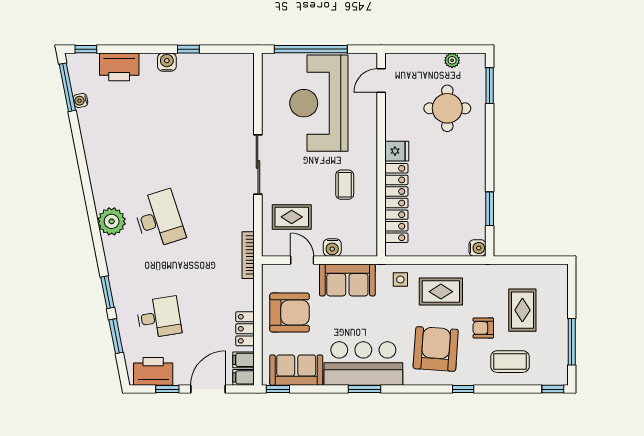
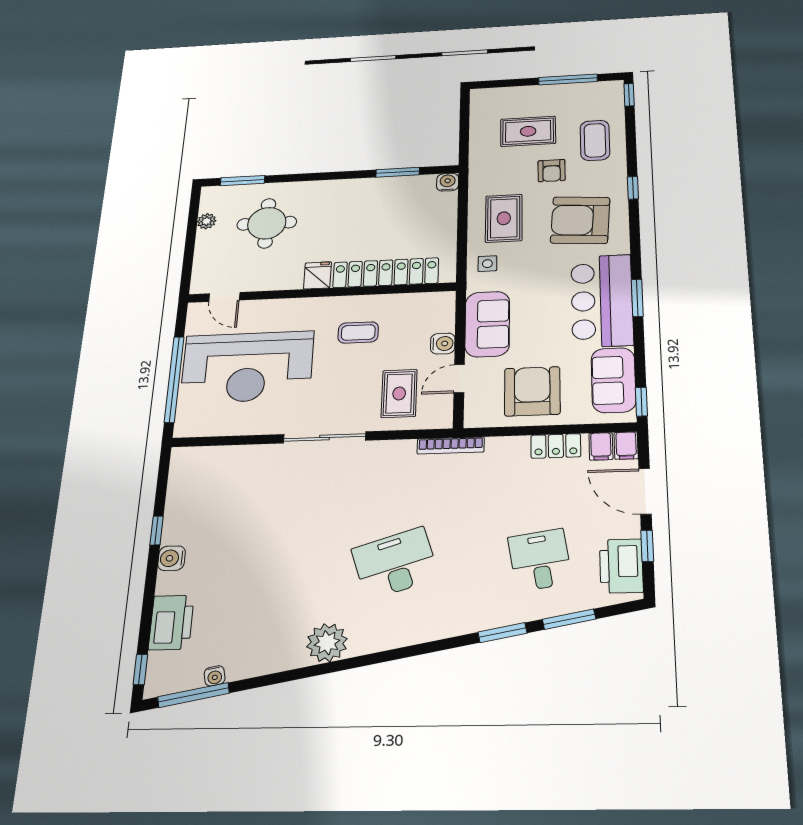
plant: (112, 221) -> (327, 643), moved

